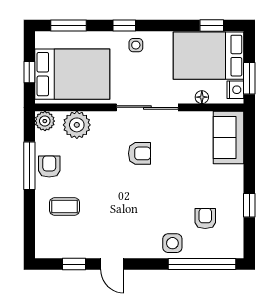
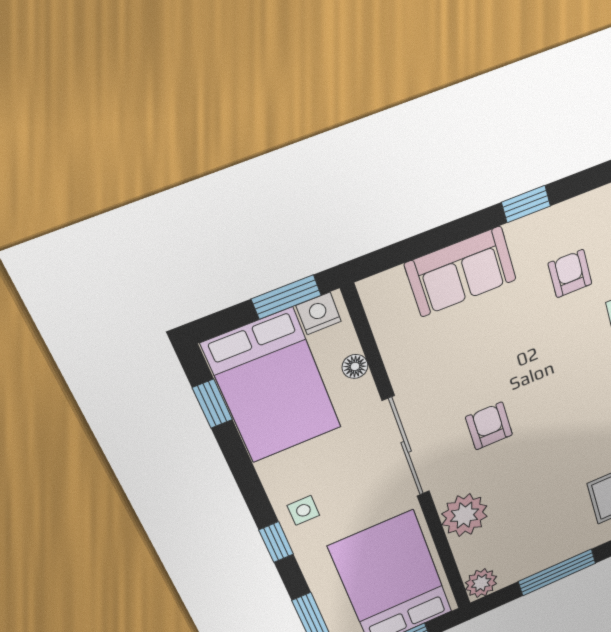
plant: (77, 125) -> (465, 515), moved
sofa: (228, 137) -> (461, 272), moved
armchair: (49, 166) -> (550, 546), removed
armchair: (205, 218) -> (570, 274), turned 90

